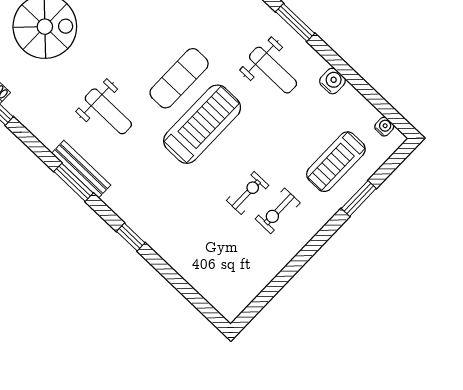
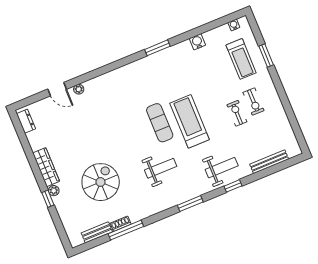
weight bench: (273, 70) -> (222, 168), moved
bench: (81, 169) -> (269, 162), moved

